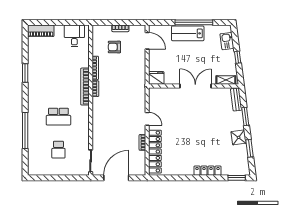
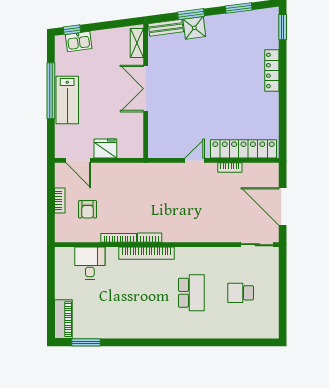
desk: (74, 36) -> (90, 263), moved, turned 90
door: (147, 41) -> (78, 160), swing flipped
window: (238, 57) -> (72, 30), moved
window: (25, 73) -> (86, 342), moved
fridge: (156, 78) -> (105, 148), moved, turned 90
window: (25, 130) -> (212, 342), removed
shower: (239, 137) -> (194, 28), moved
school desk: (58, 150) -> (241, 293), turned 180

